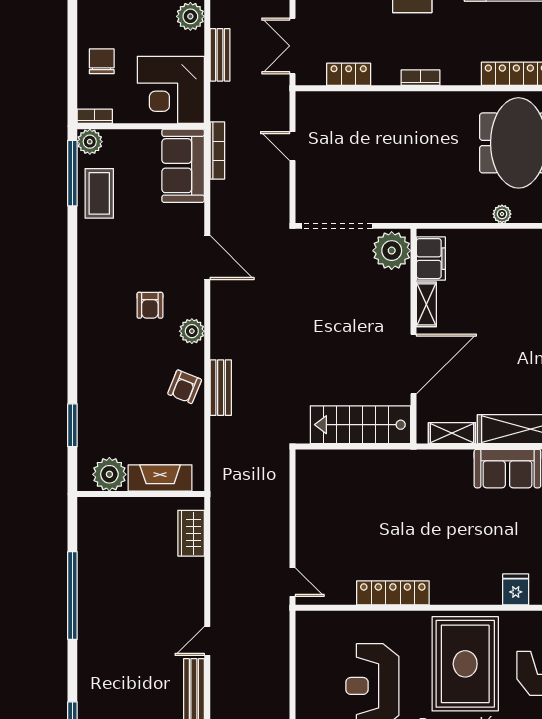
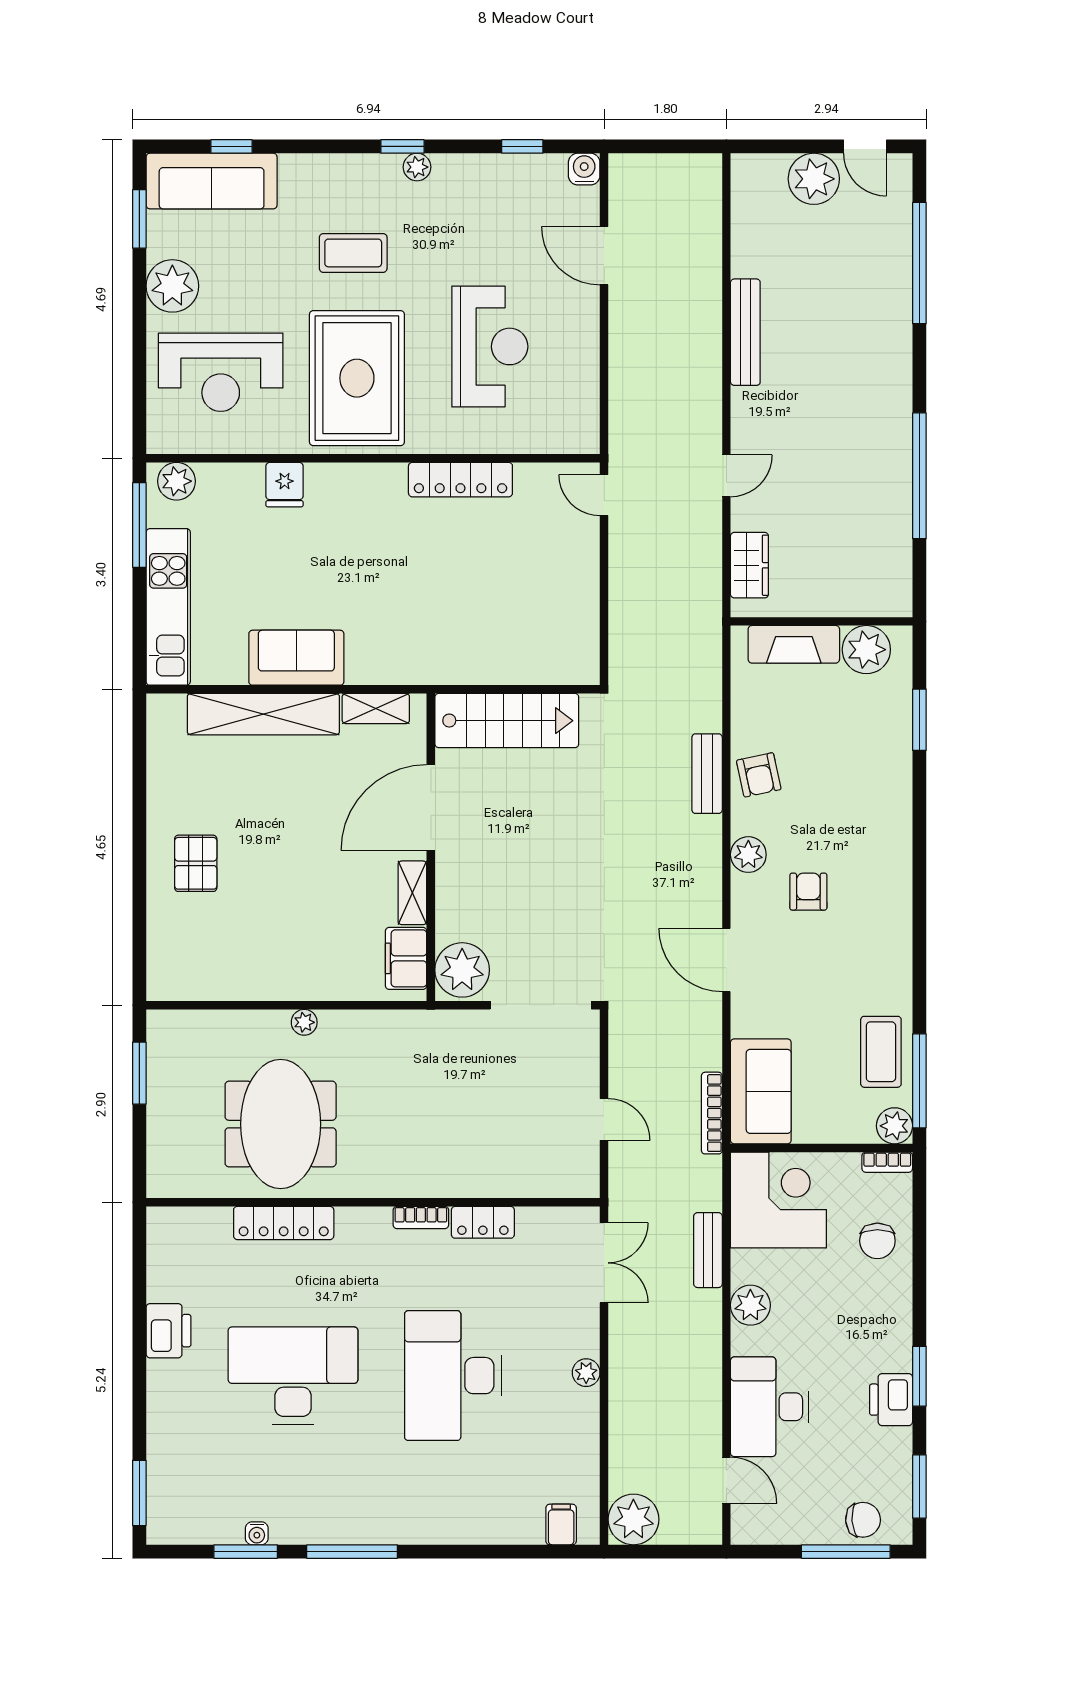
locker: (349, 74) -> (483, 1222), moved
armchair: (185, 387) -> (759, 775), turned 146
door: (207, 641) -> (726, 476), moved

